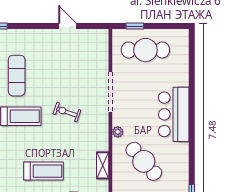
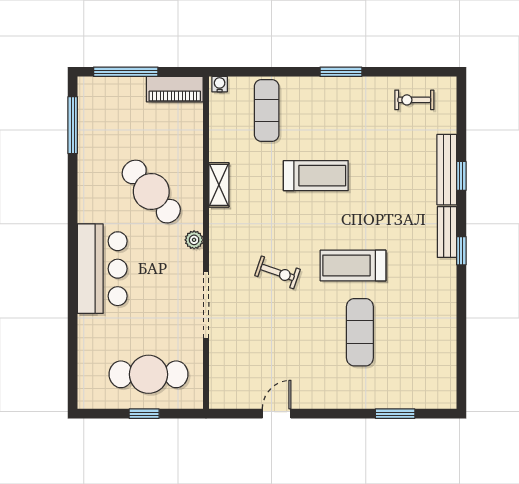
door: (67, 26) -> (277, 414), swing flipped
window: (135, 26) -> (144, 414), moved
treadmill: (44, 171) -> (316, 176), turned 180

